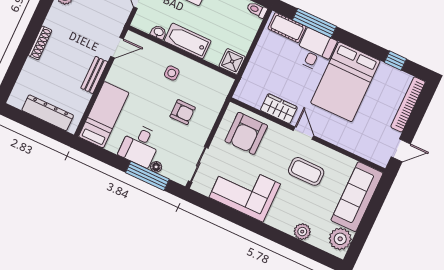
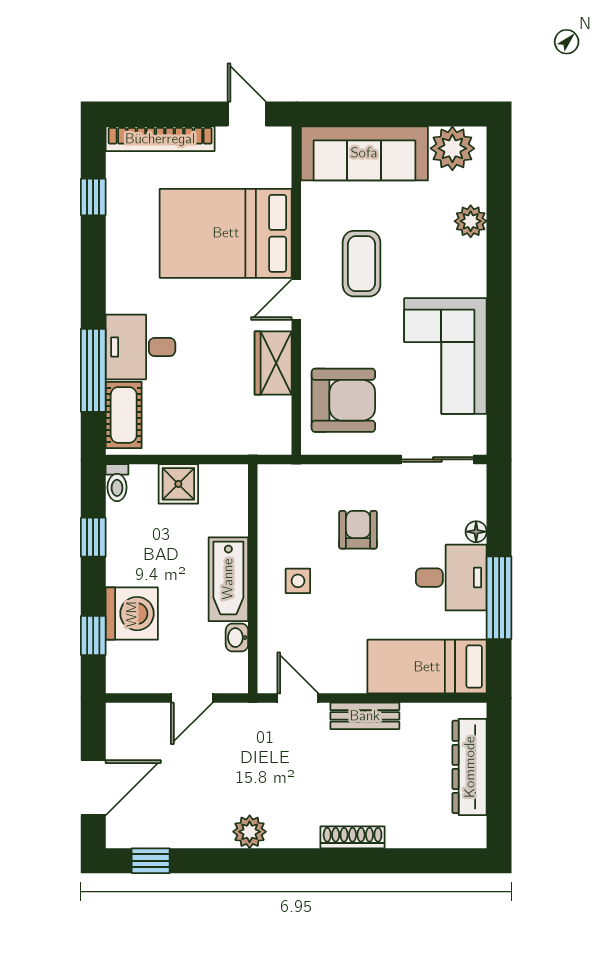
shower: (232, 62) -> (178, 484), moved
bed: (345, 82) -> (226, 233), moved, turned 180
window: (147, 176) -> (499, 598), moved

